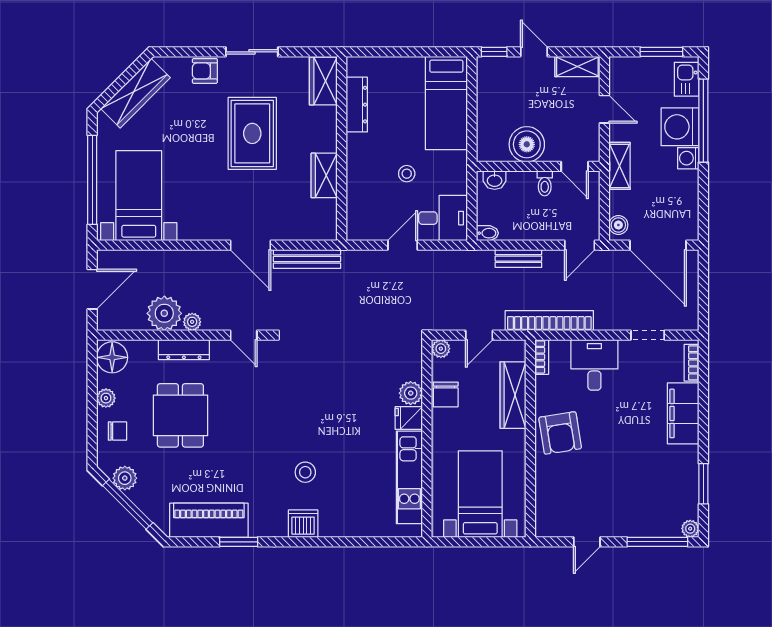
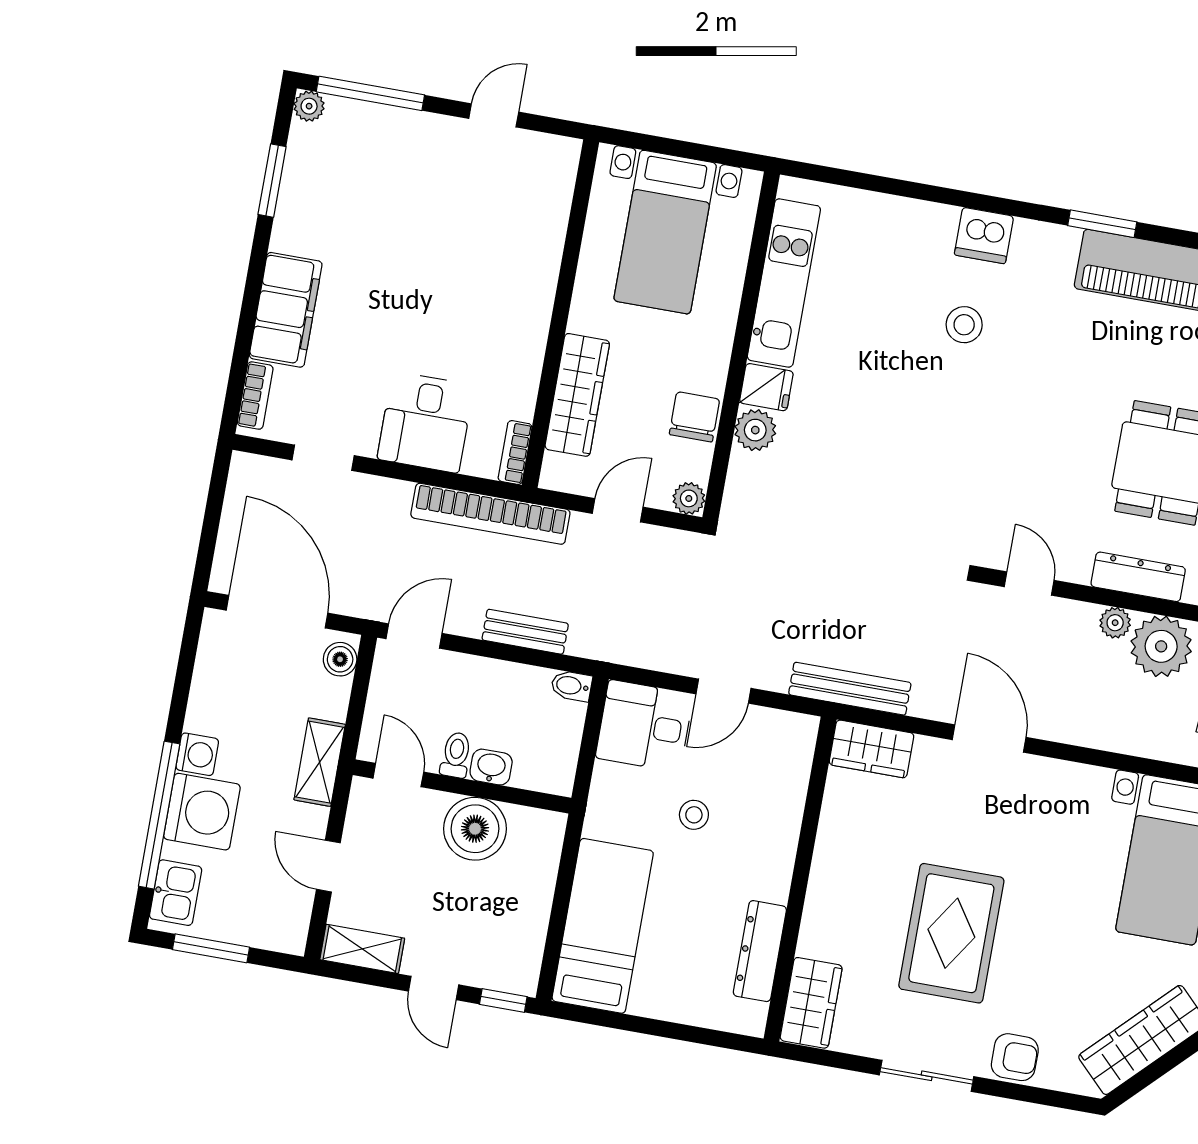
wardrobe: (324, 175) -> (872, 749), moved, turned 90
washbasin: (495, 180) -> (491, 767), moved
bench: (307, 259) -> (850, 689), moved
armchair: (560, 433) -> (507, 314), removed

